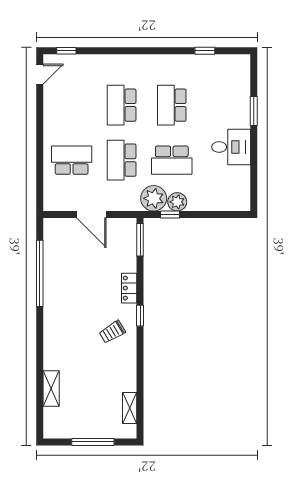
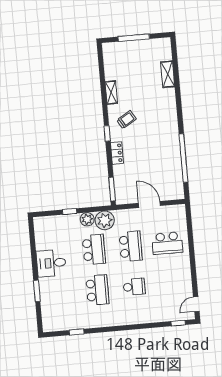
school desk: (122, 105) -> (134, 287), width x0.54
school desk: (172, 160) -> (94, 250), turned 90
window: (170, 215) -> (70, 211), moved
shelving: (130, 408) -> (111, 93), moved

